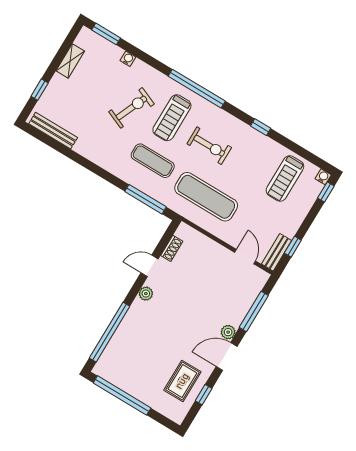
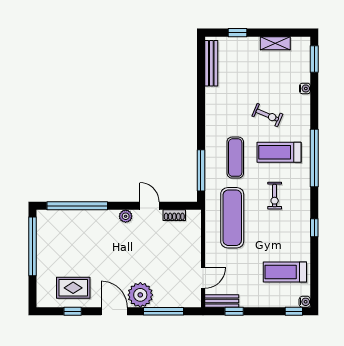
exercise bike: (131, 108) -> (267, 115), width x0.73, depth x0.72
exercise bike: (209, 146) -> (275, 196), width x0.73, depth x0.72
plant: (228, 332) -> (140, 295), width x1.88, depth x1.88

